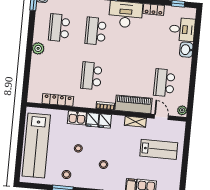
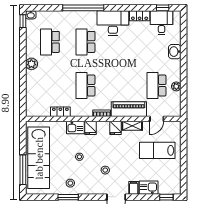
desk: (182, 29) -> (162, 23), moved, turned -90
locker: (58, 100) -> (60, 112), width x0.66
plant: (182, 110) -> (176, 86), moved
door: (161, 117) -> (157, 119), swing flipped
fridge: (105, 121) -> (115, 128), moved
lab bench: (159, 149) -> (157, 150), turned 180
window: (19, 156) -> (23, 170), added

